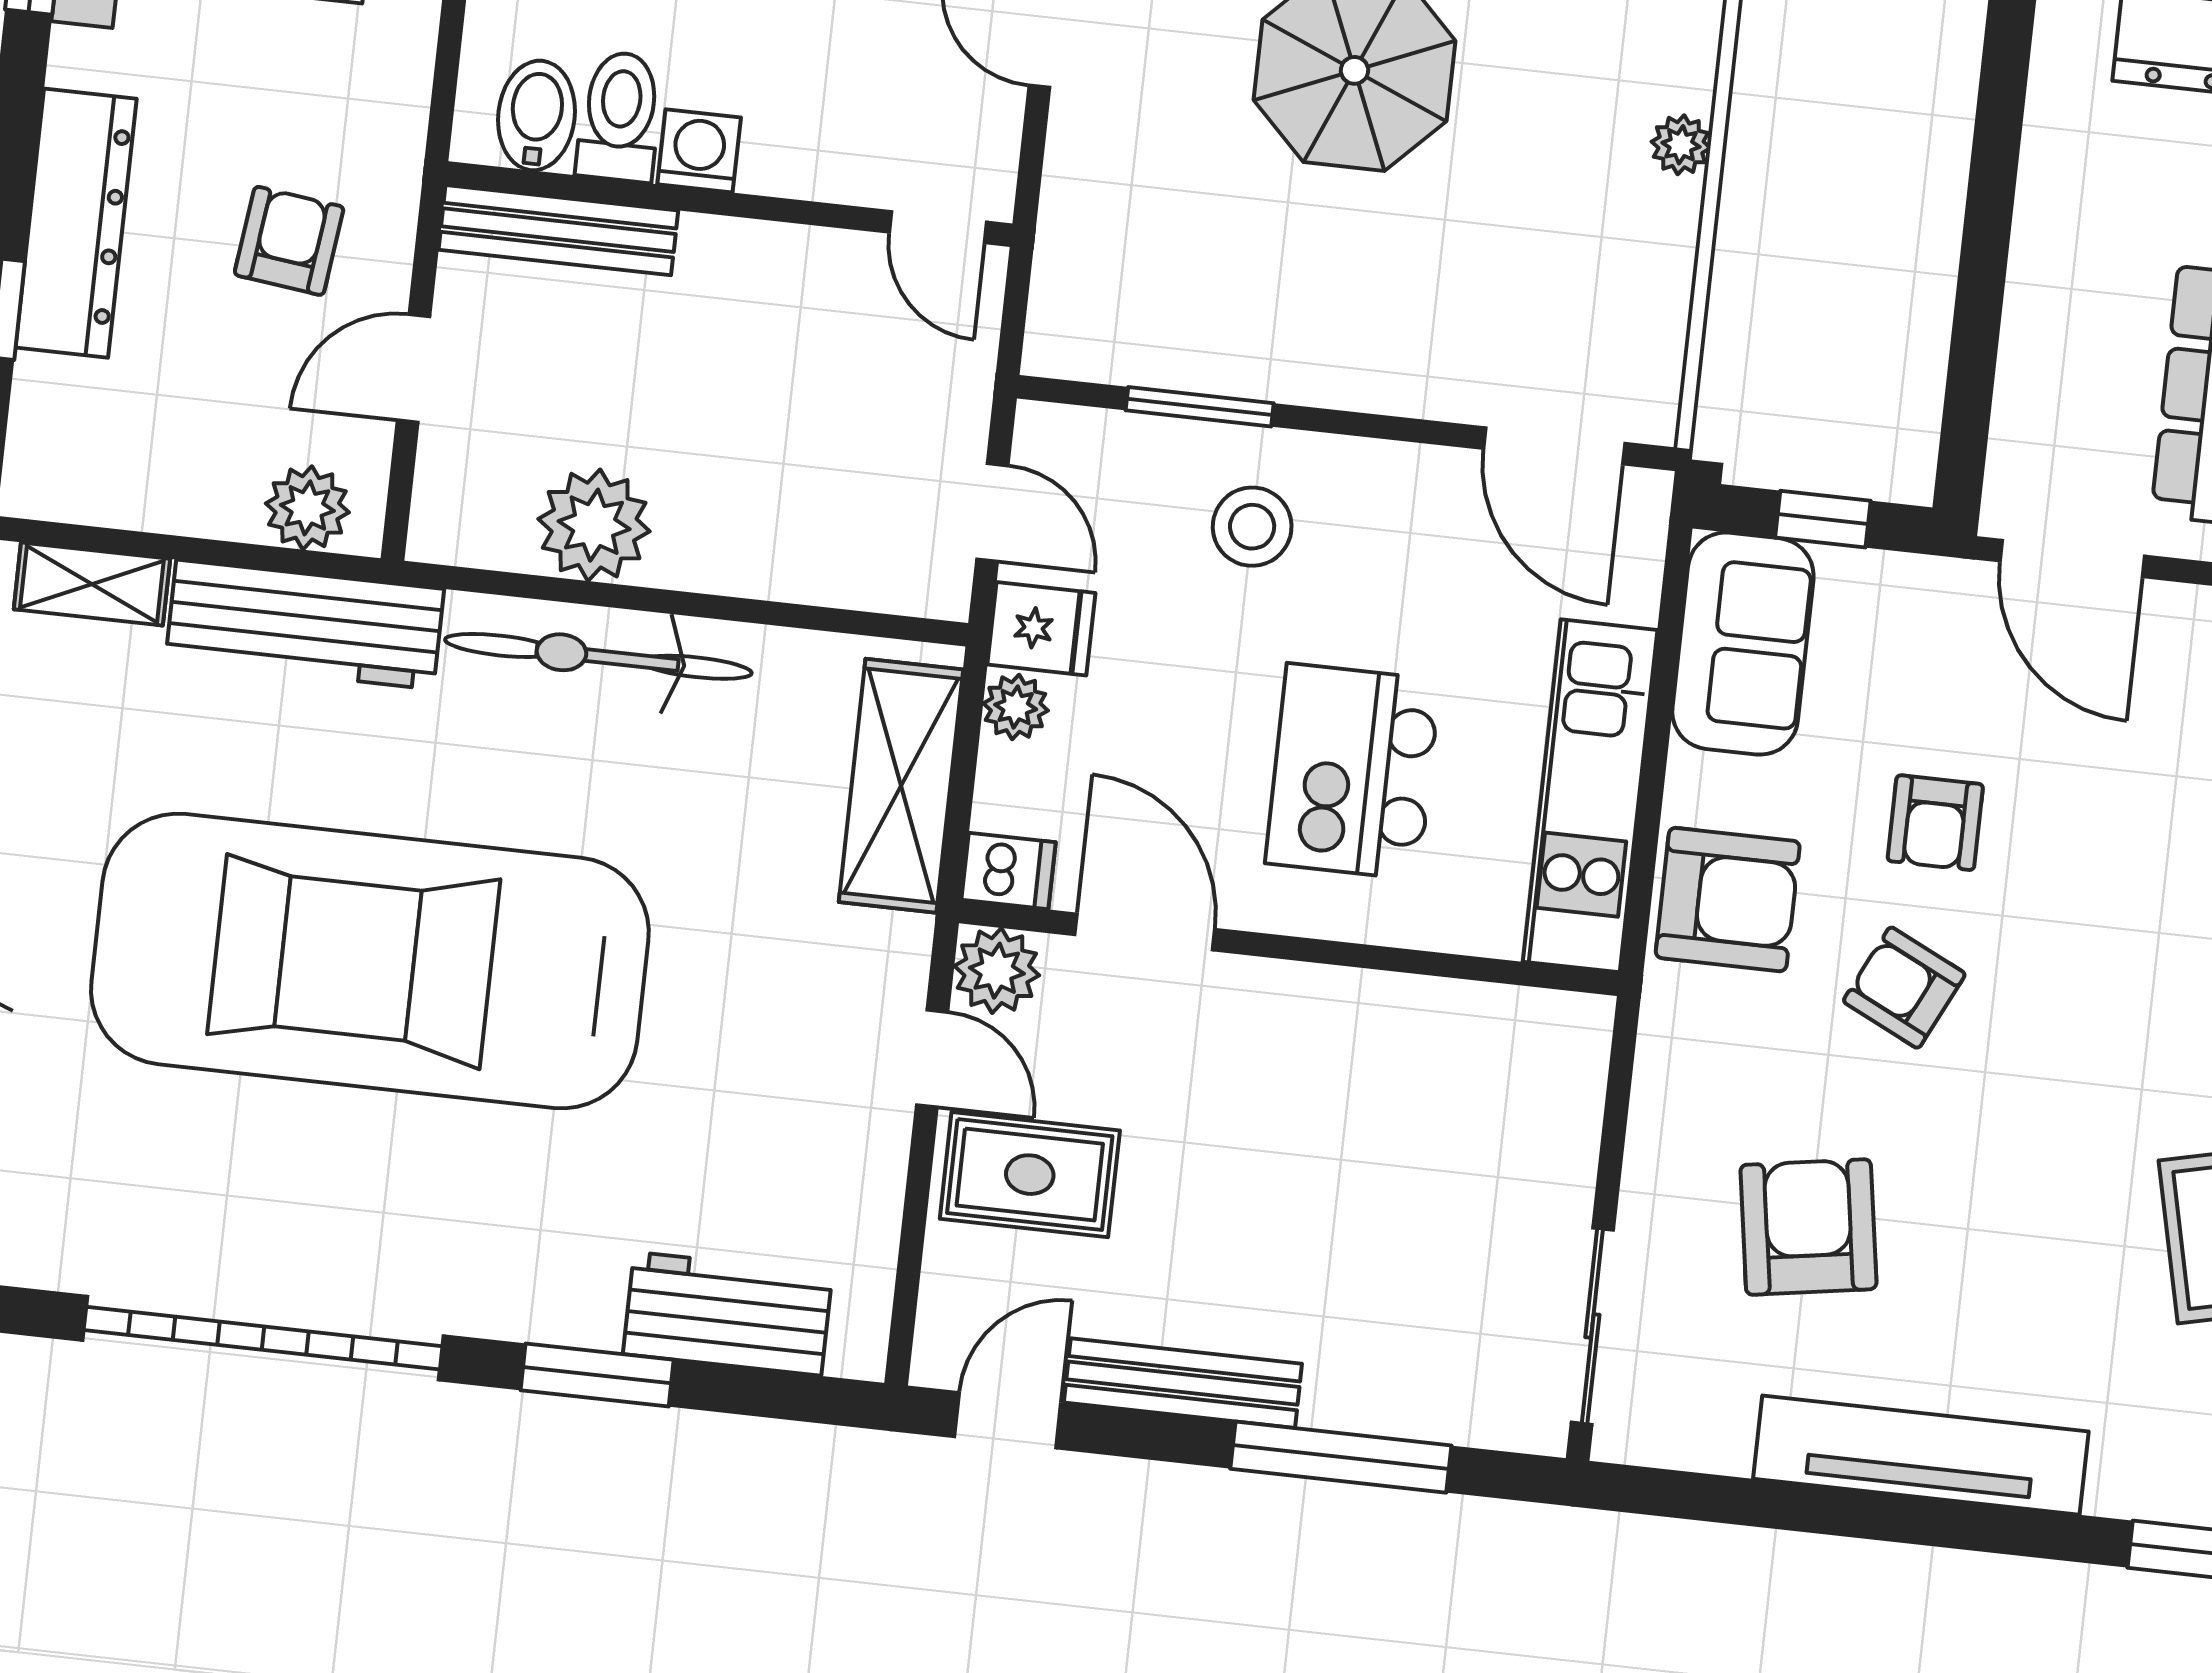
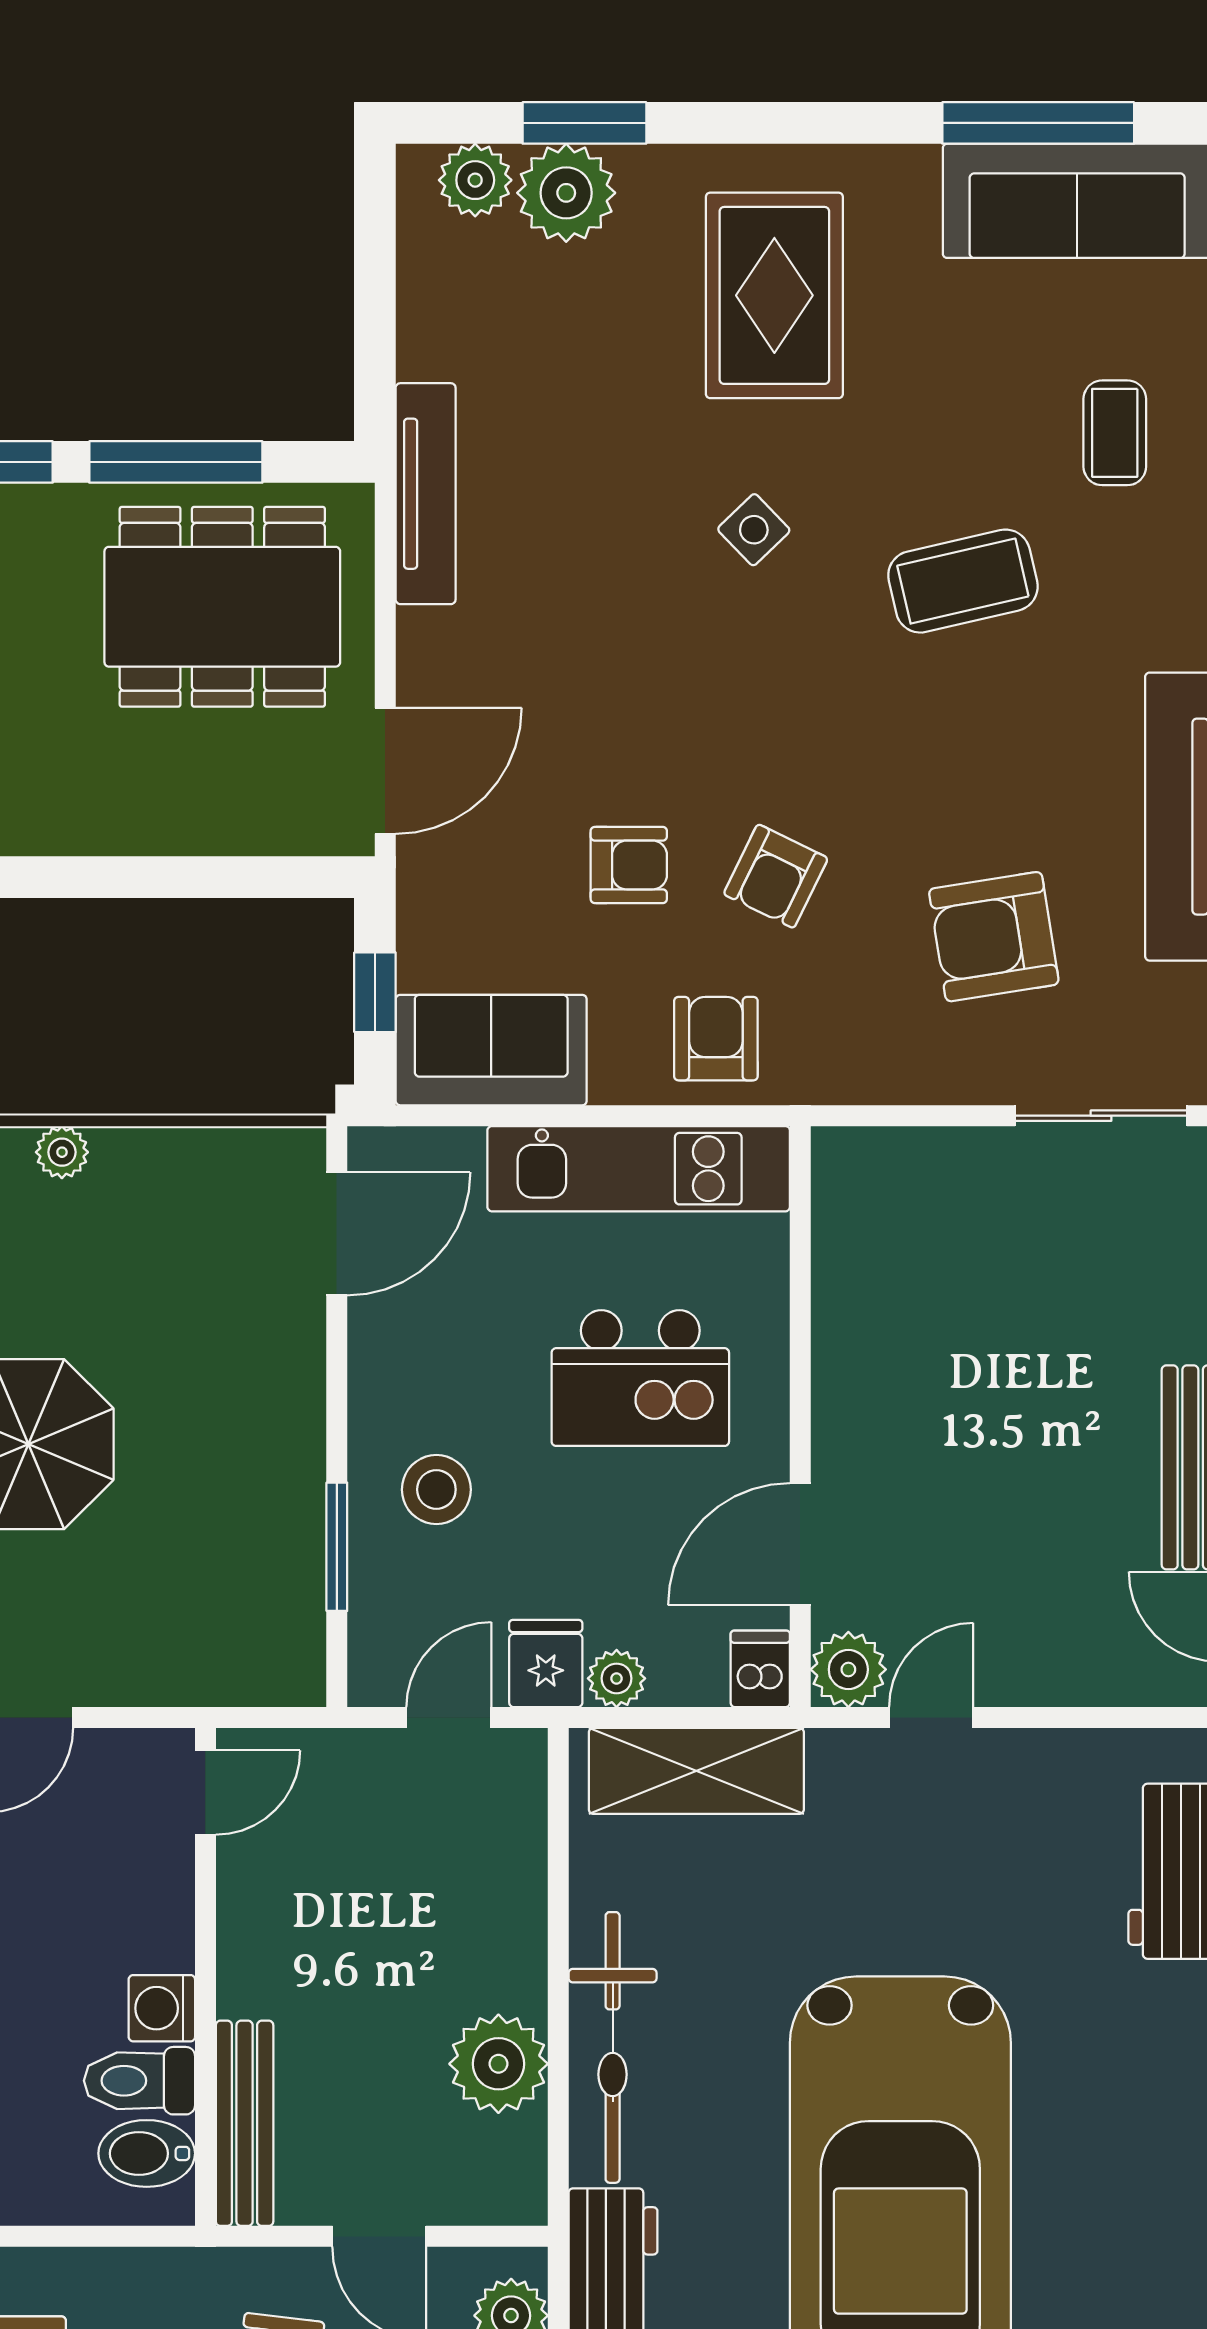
armchair: (1728, 900) -> (716, 1039), width x0.72, depth x0.72
rug: (1030, 1175) -> (1023, 1621), removed

